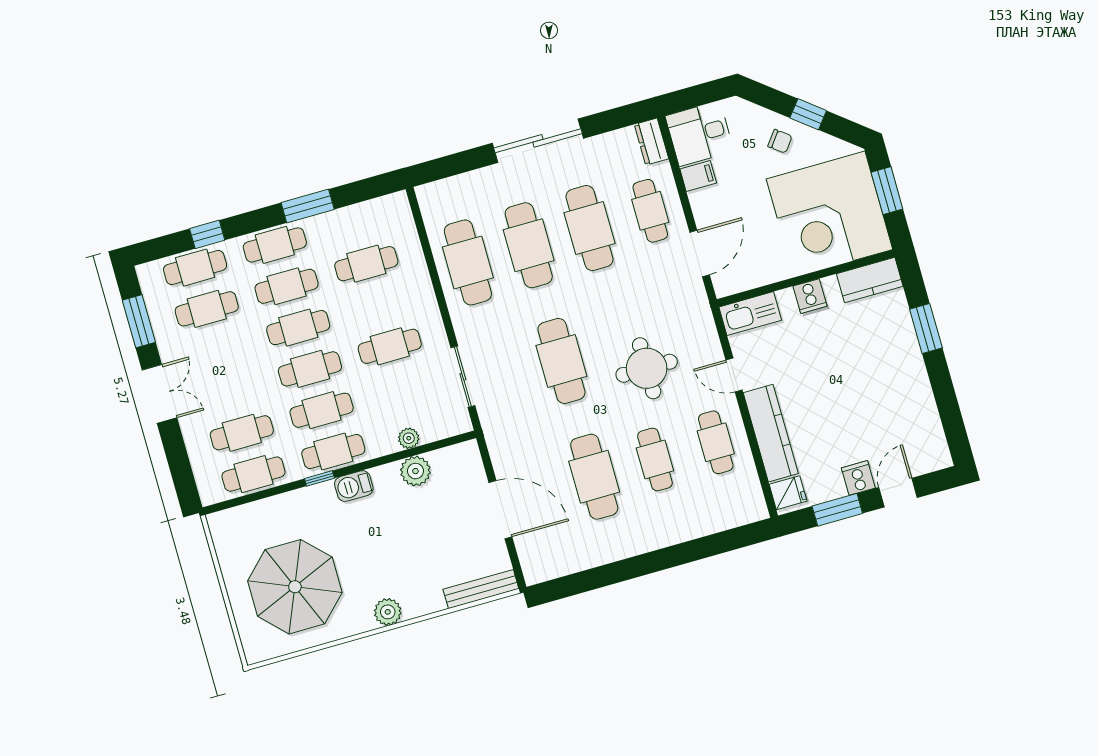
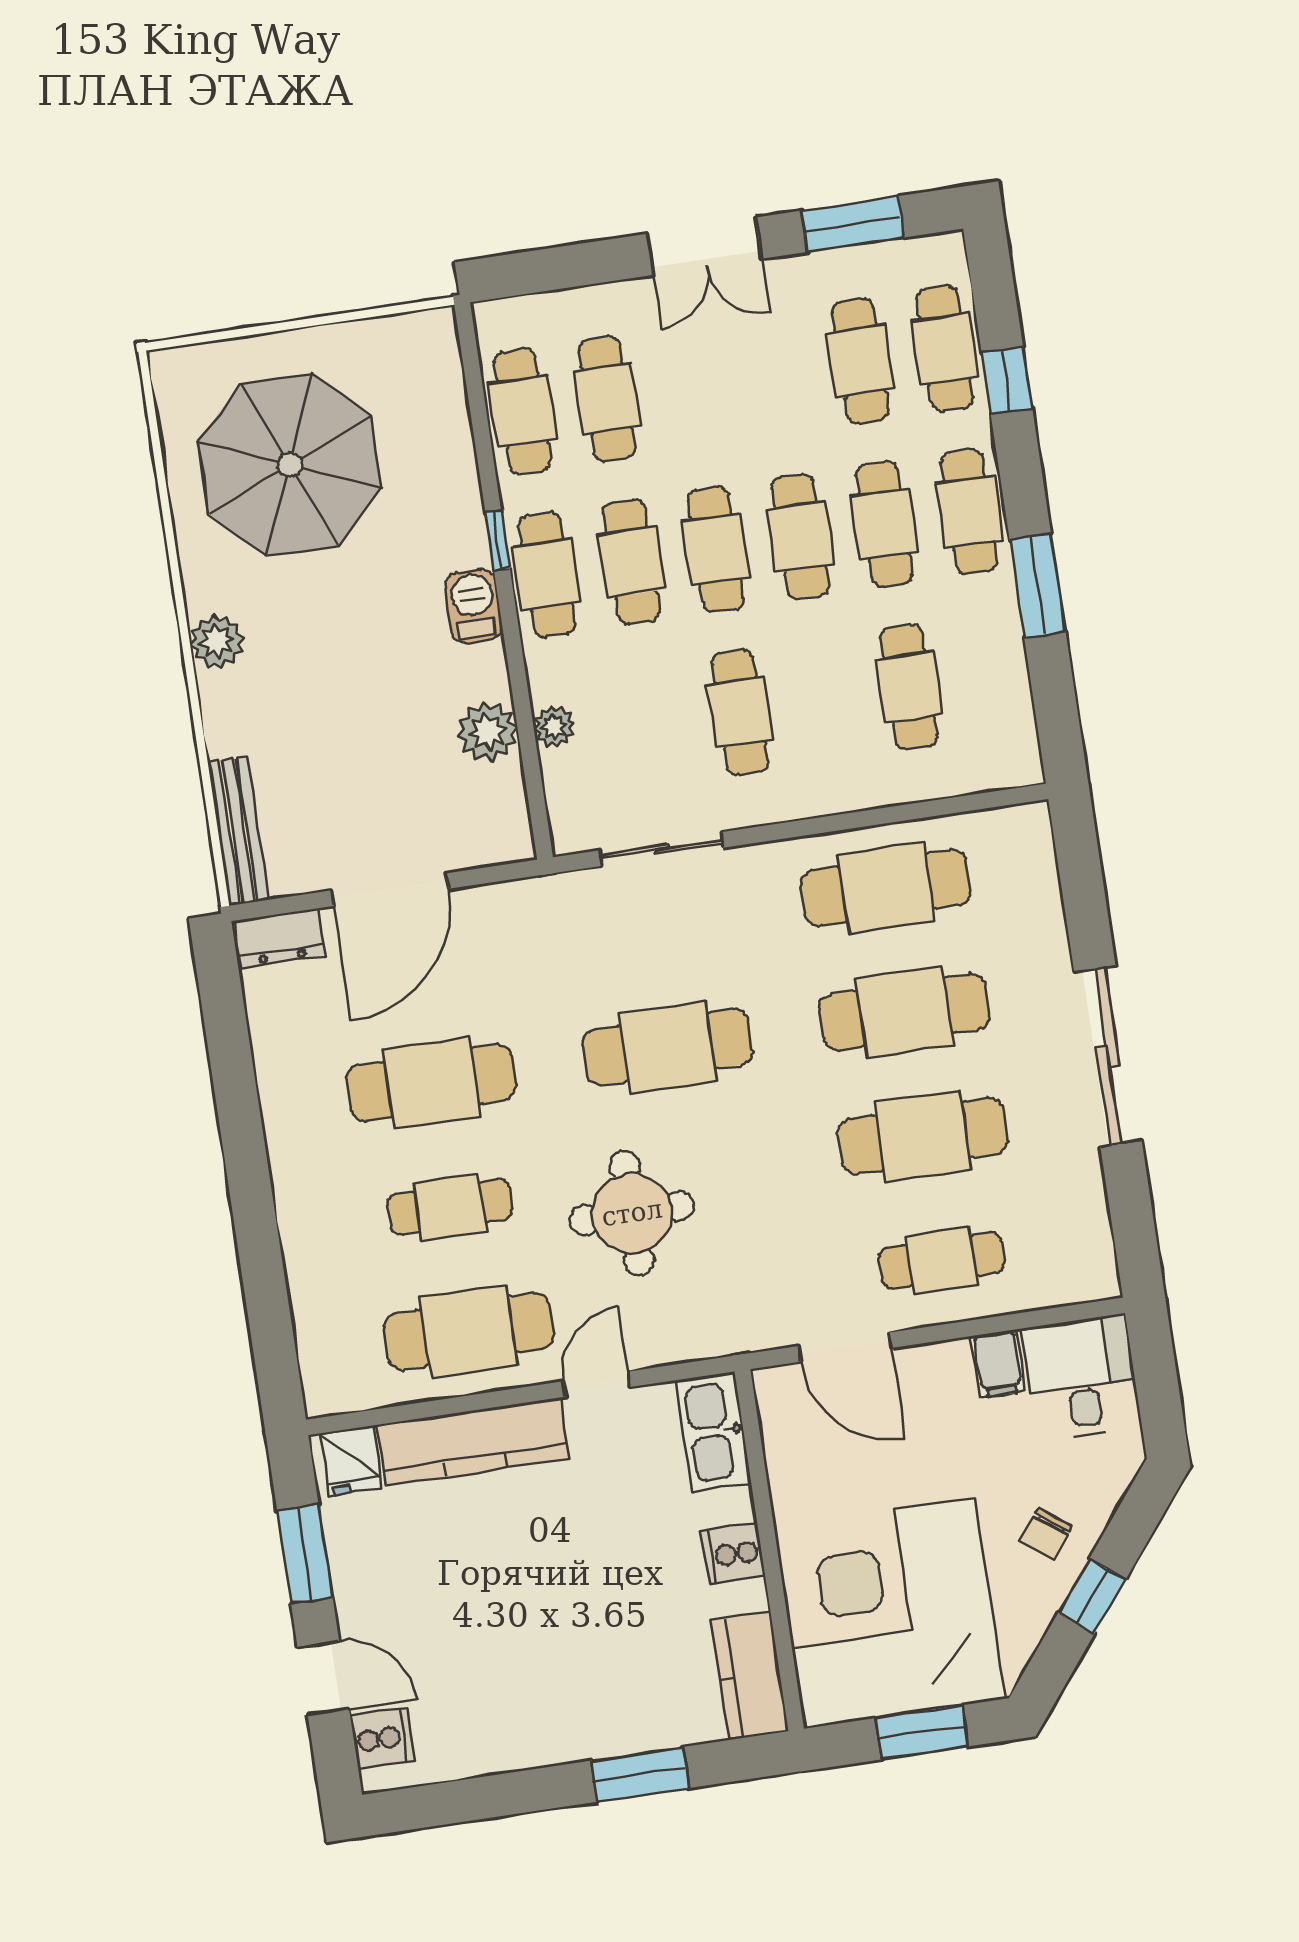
dresser: (651, 142) -> (280, 938), moved, turned 180
cafe table: (716, 442) -> (469, 1331), width x1.37, depth x1.35
cooker: (858, 478) -> (382, 1738), moved

